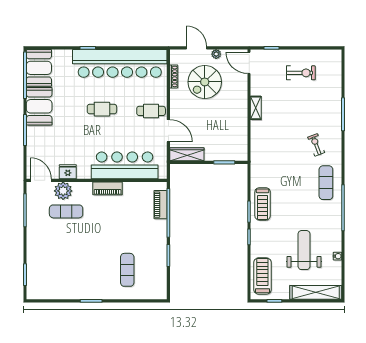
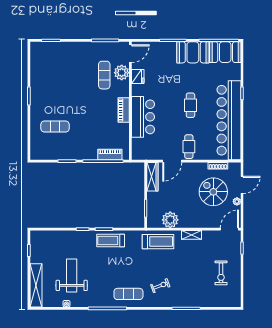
plant: (238, 133) -> (170, 220), added
bar counter: (125, 165) -> (143, 117), width x0.73
weight bench: (304, 250) -> (72, 275), turned -90
treadmill: (262, 276) -> (158, 242), moved

